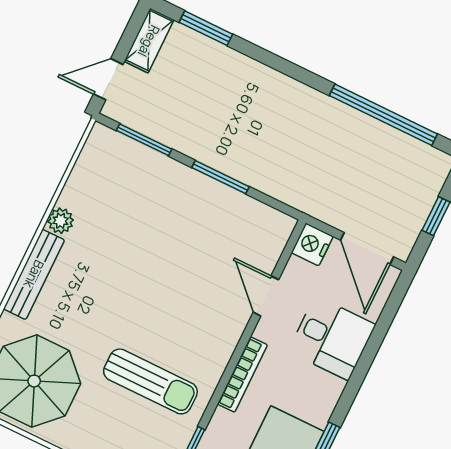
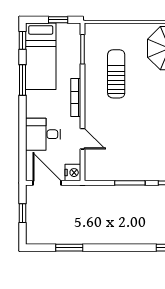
window: (383, 115) -> (69, 248), width x0.47
sun lounger: (150, 381) -> (116, 74), turned 90

